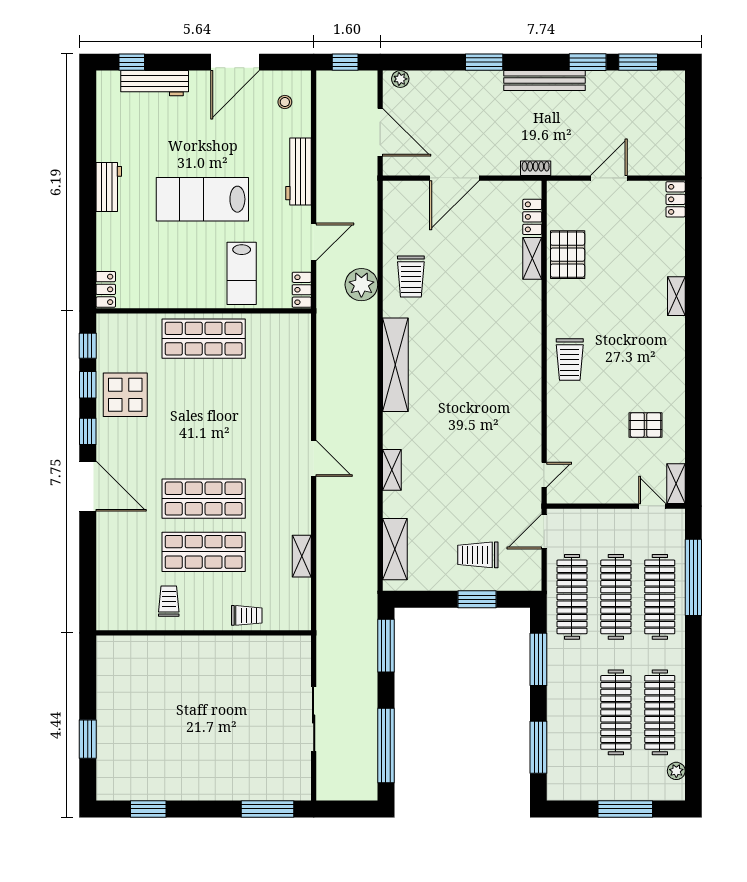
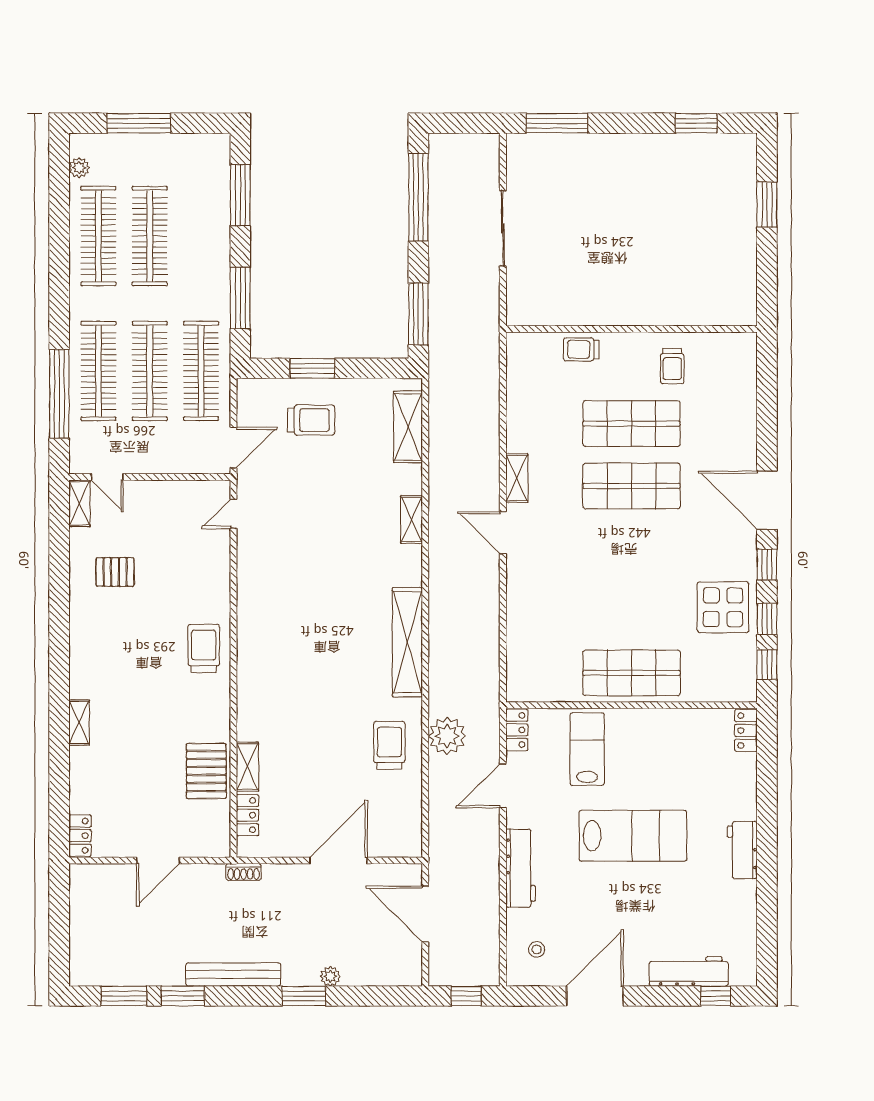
plant: (400, 79) -> (330, 976), moved
shelving: (302, 556) -> (517, 478), moved

